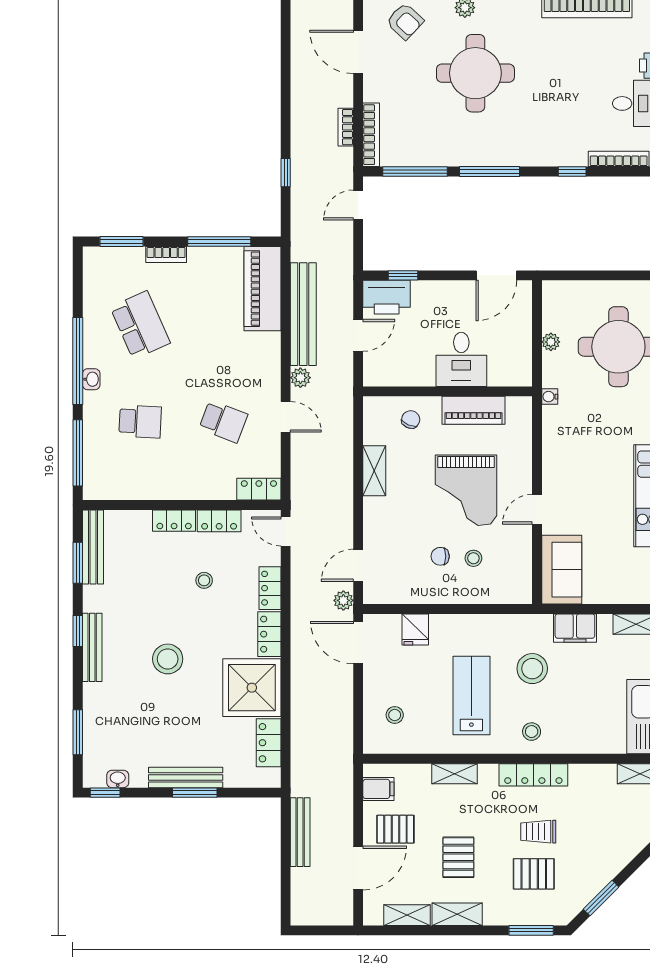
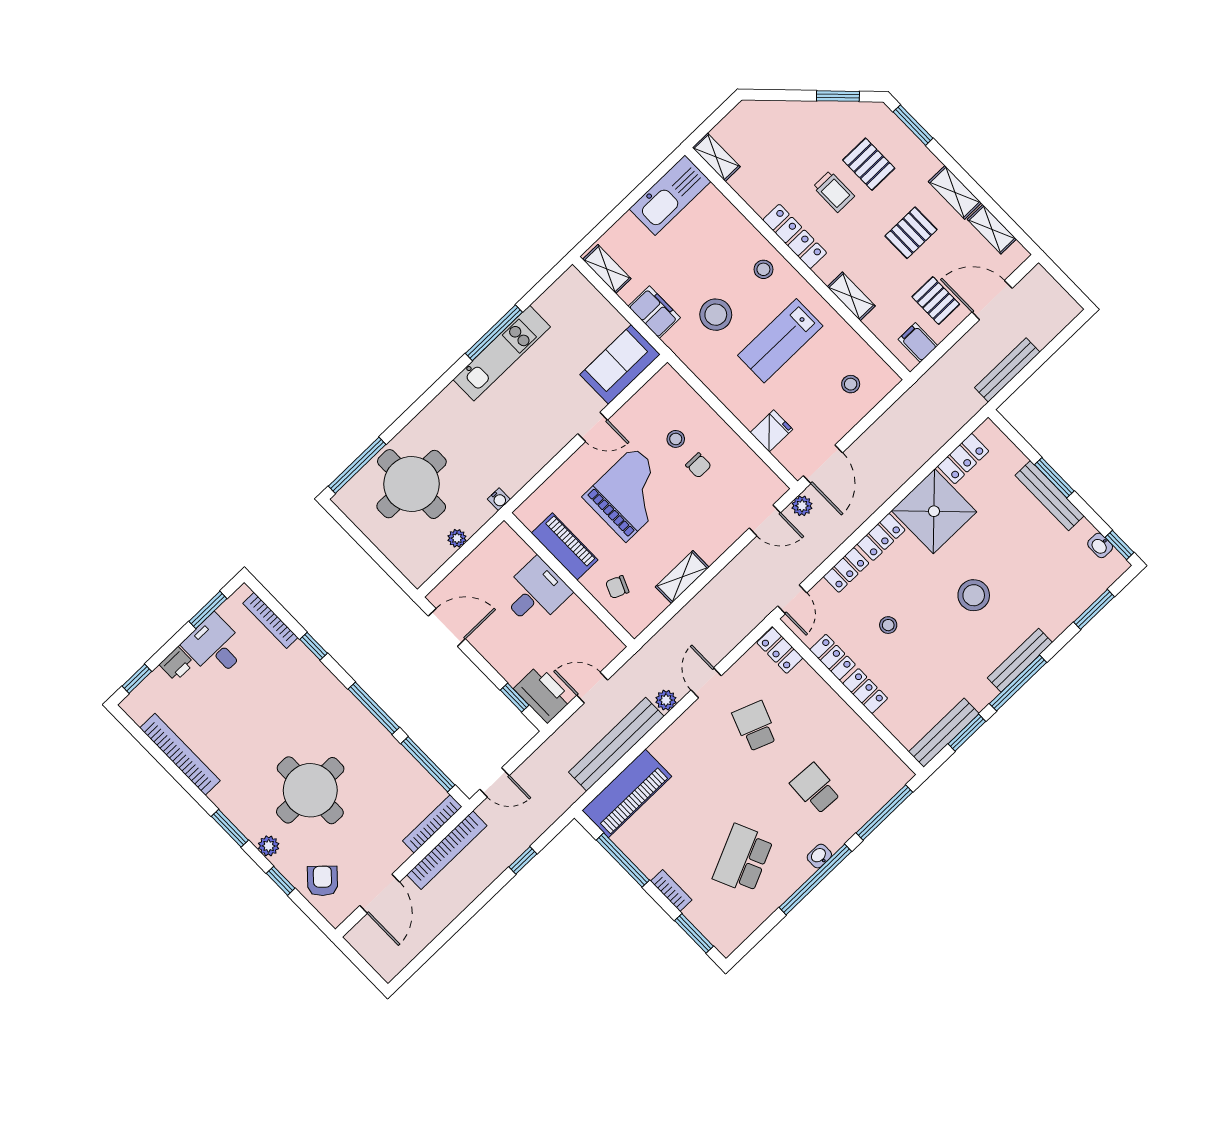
bookcase: (346, 127) -> (447, 850), width x2.31, depth x1.31
window: (78, 631) -> (1018, 683), width x2.17

